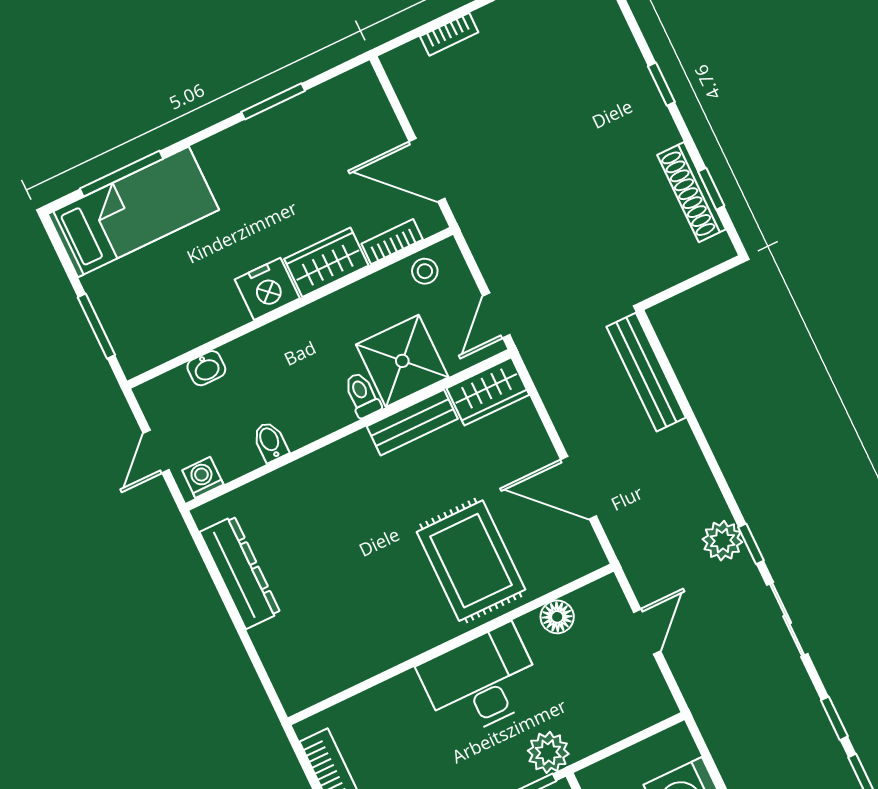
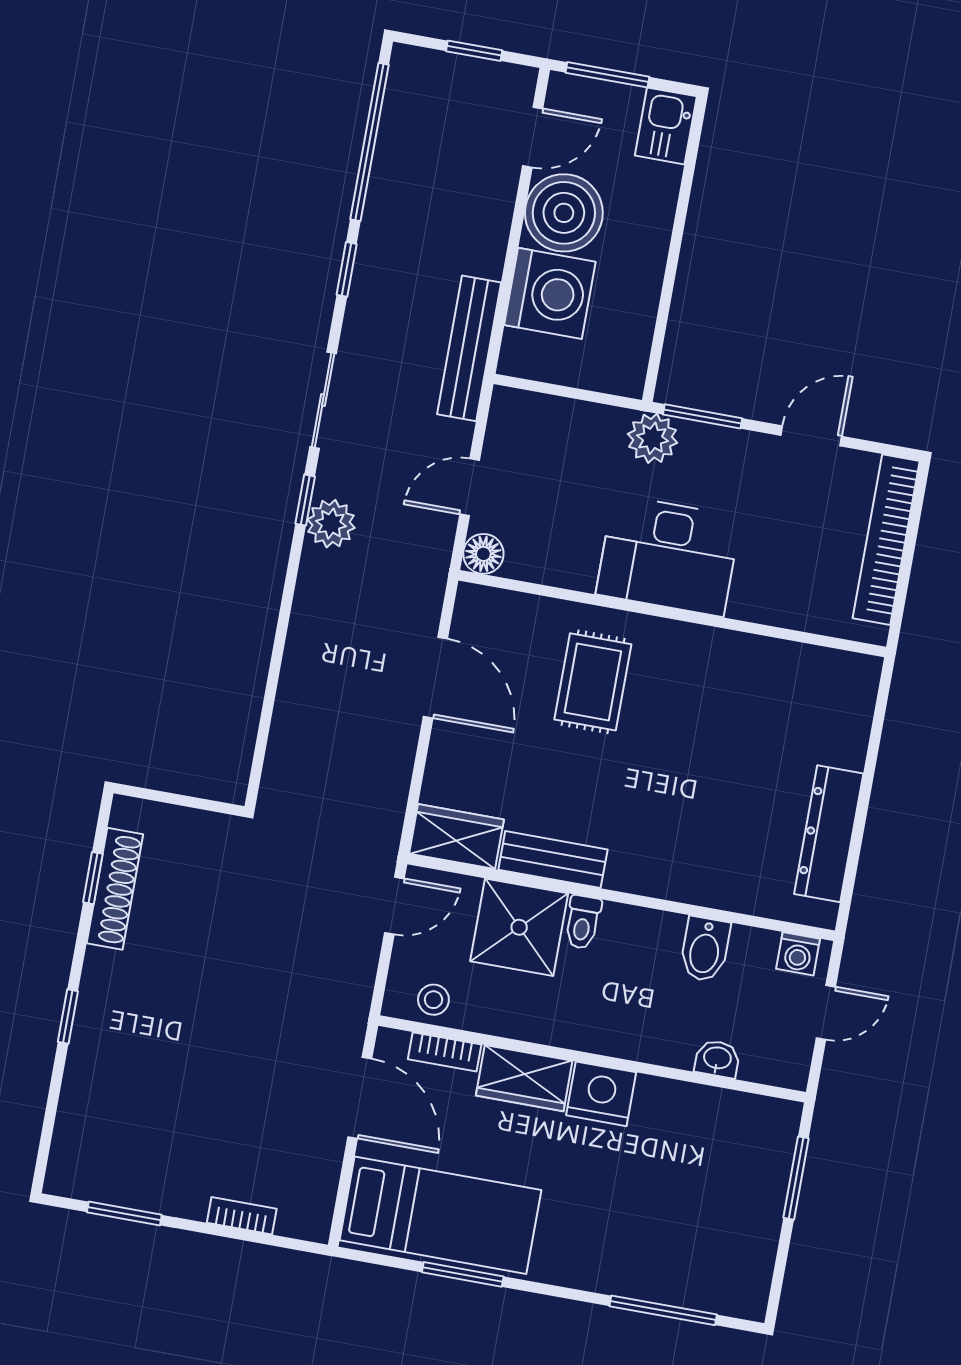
bed: (133, 212) -> (440, 1215), moved, turned 180
bench: (646, 372) -> (469, 348), moved
bidet: (270, 442) -> (705, 949), width x1.38, depth x1.36
rug: (471, 561) -> (593, 682), width x0.73, depth x0.70
floor lamp: (557, 617) -> (483, 554), moved

